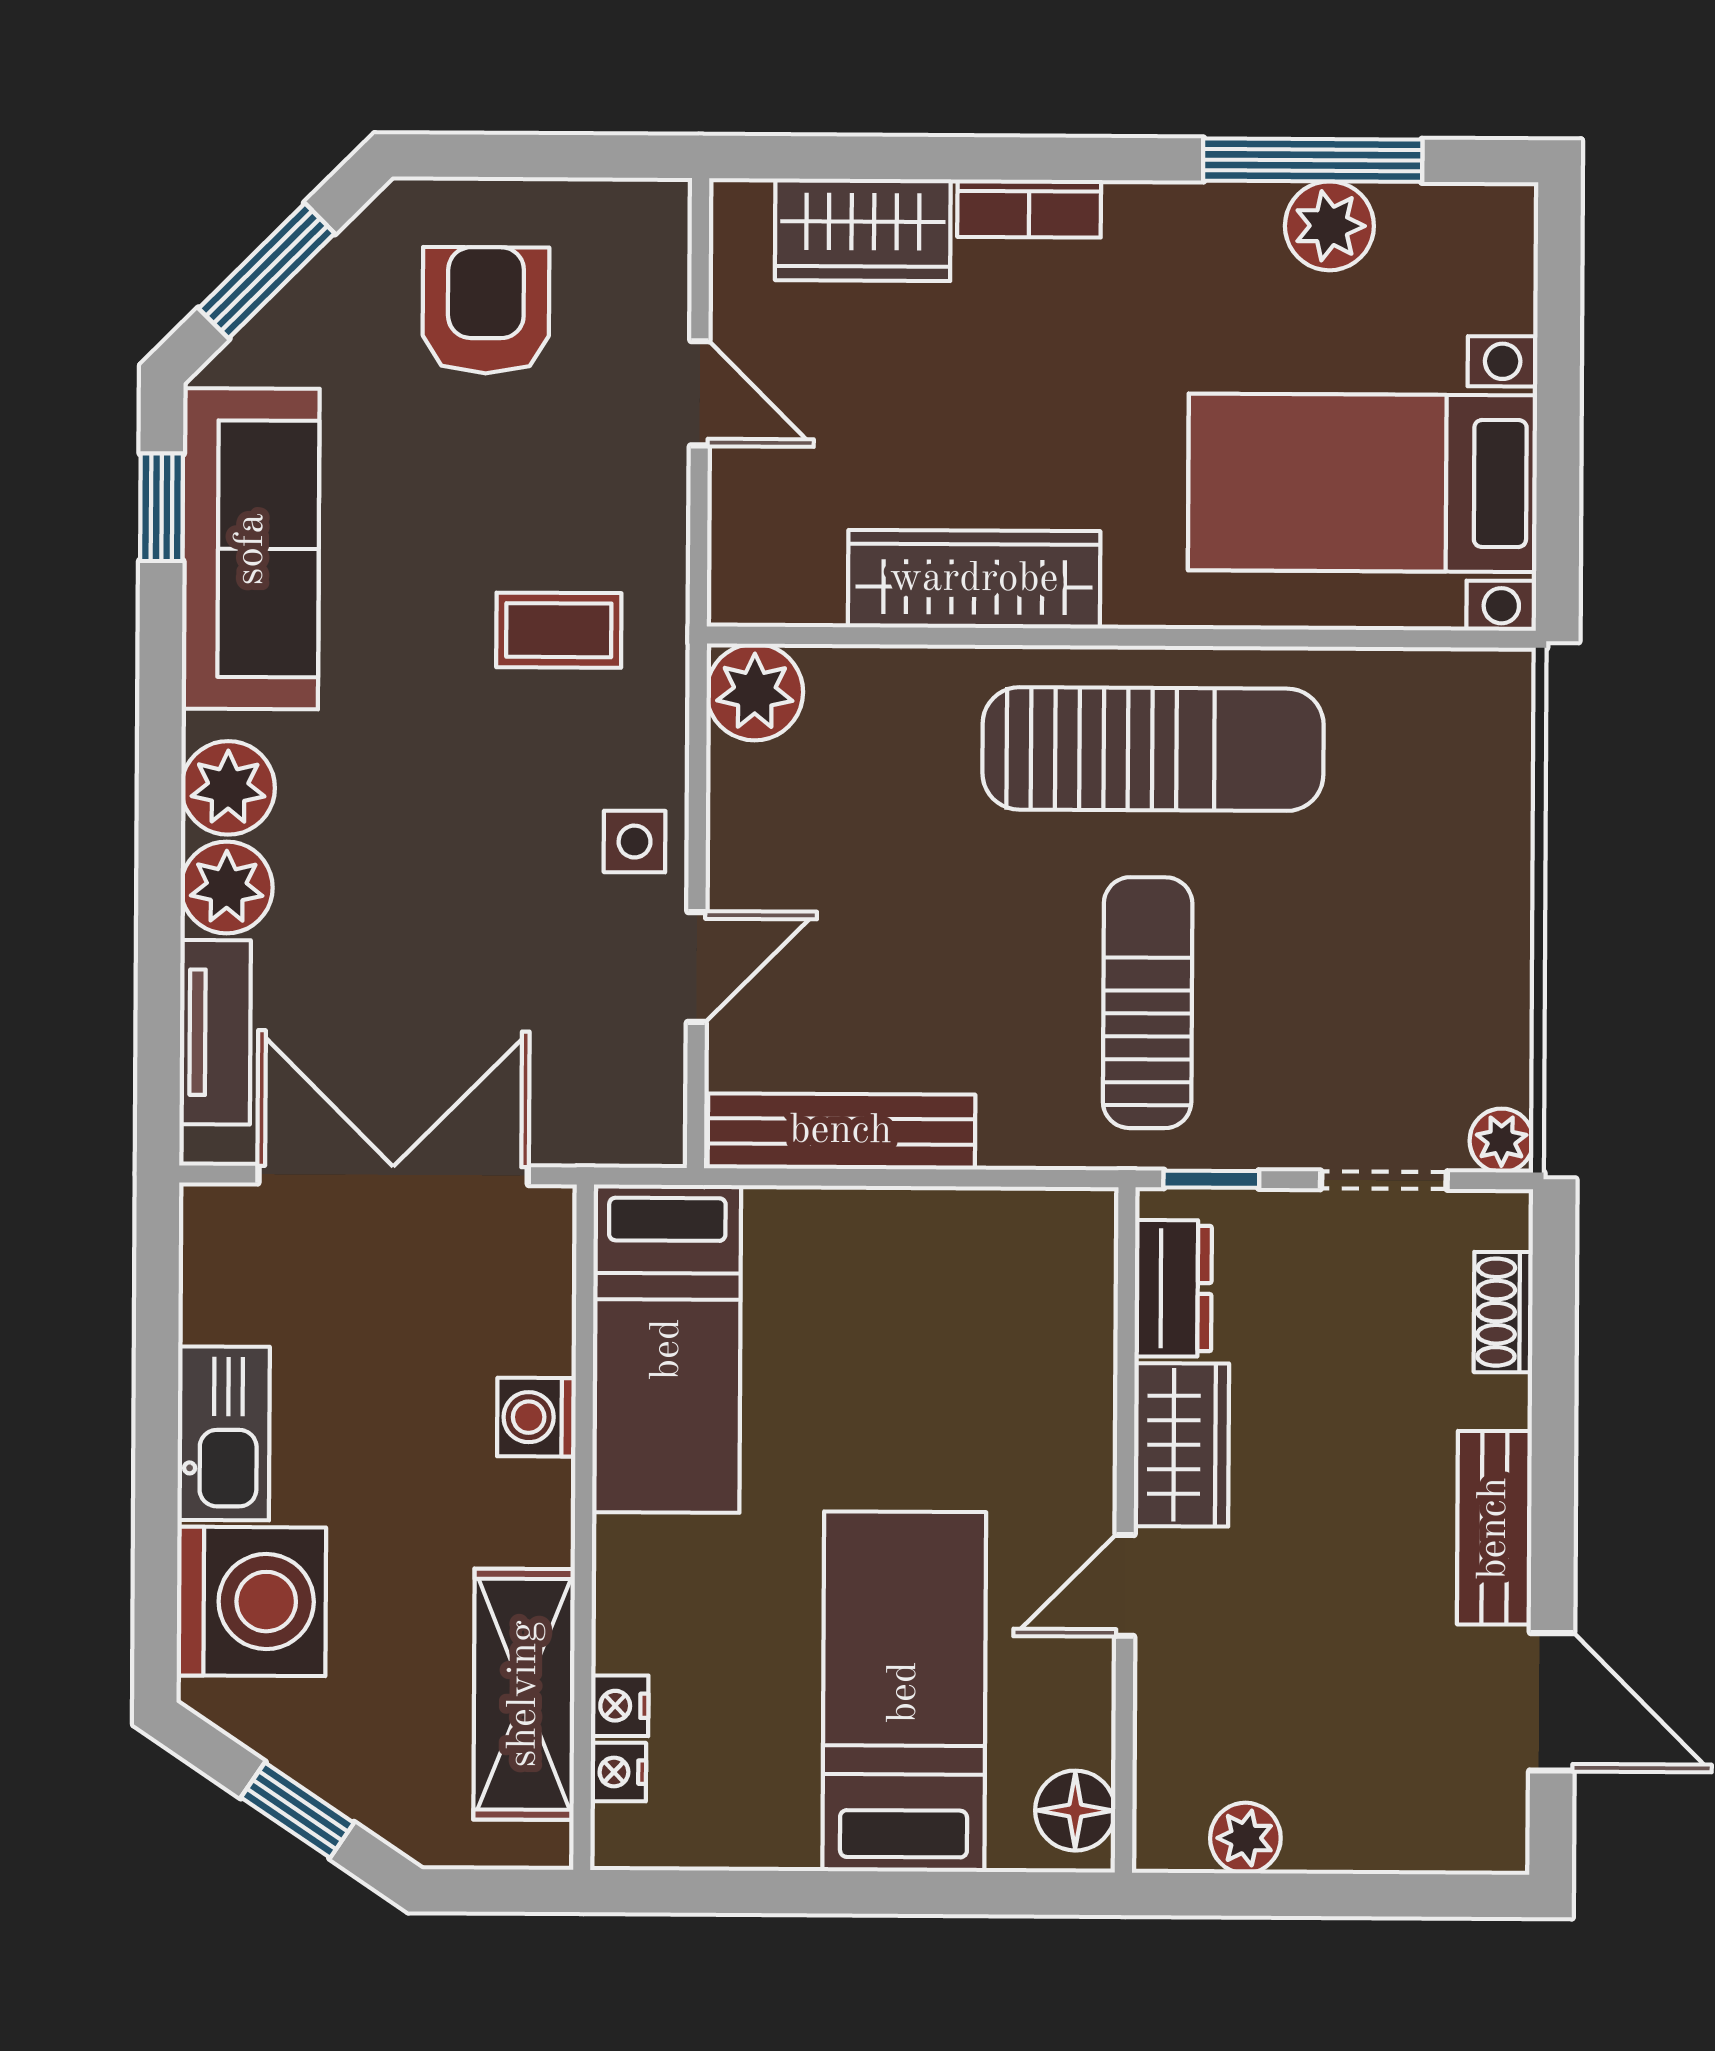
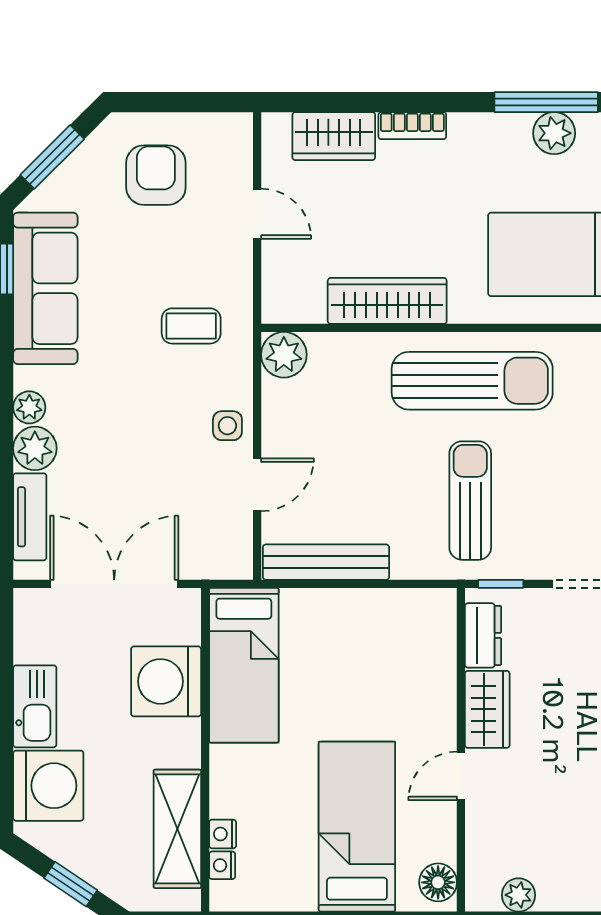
plant: (228, 788) -> (29, 407), width x0.73, depth x0.73
washing machine: (536, 1417) -> (166, 681), width x1.89, depth x1.89

